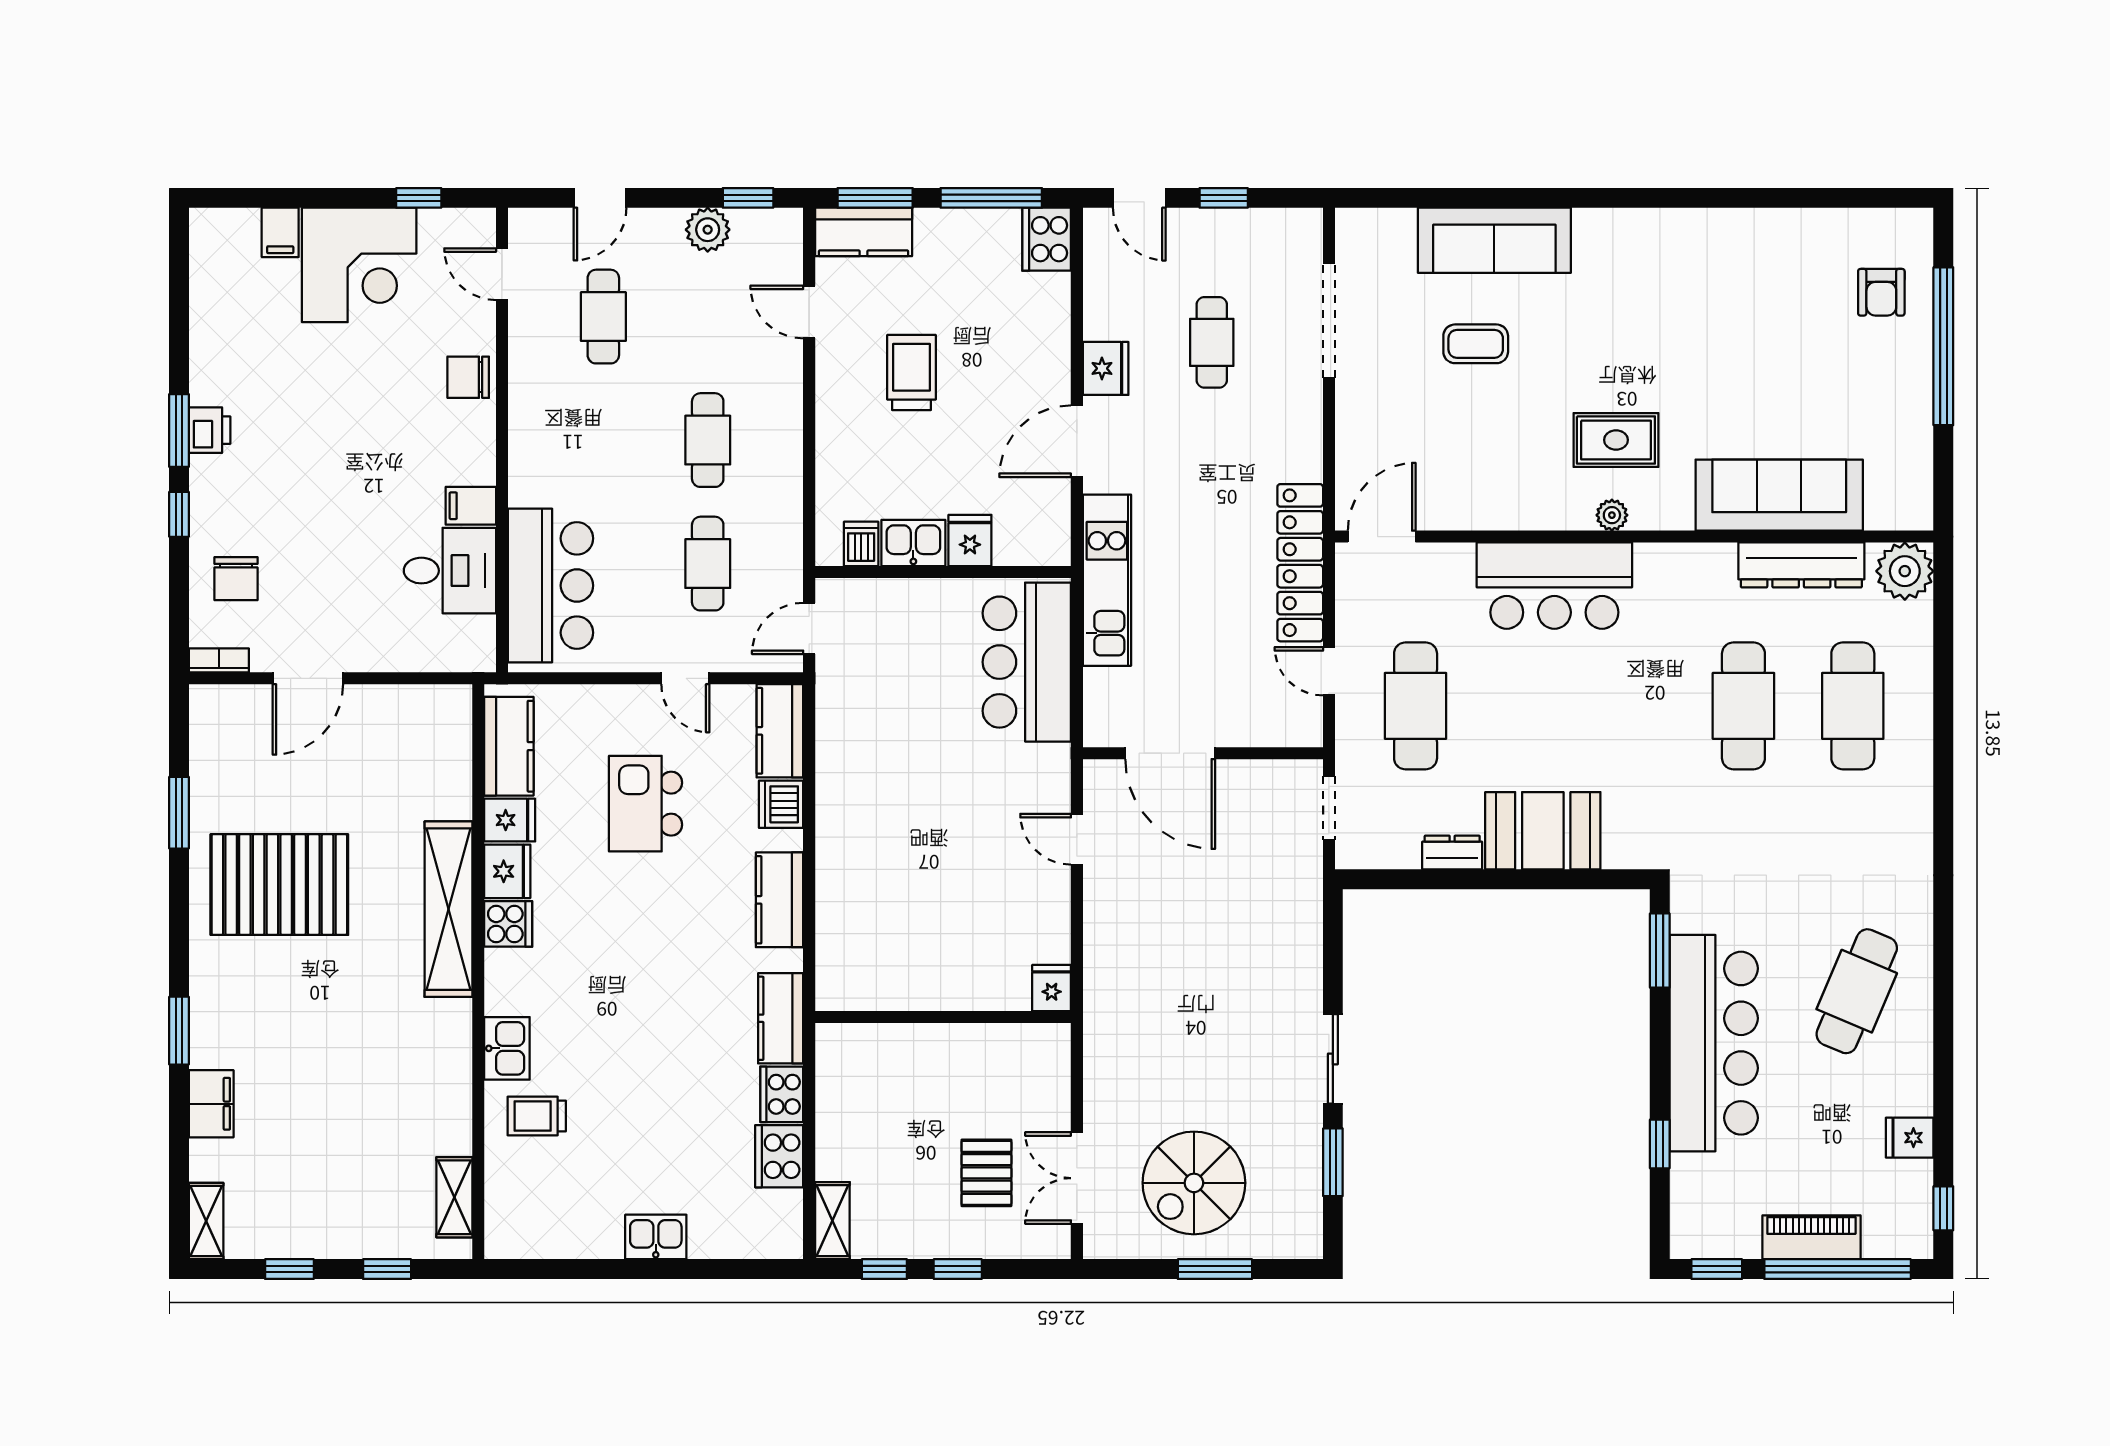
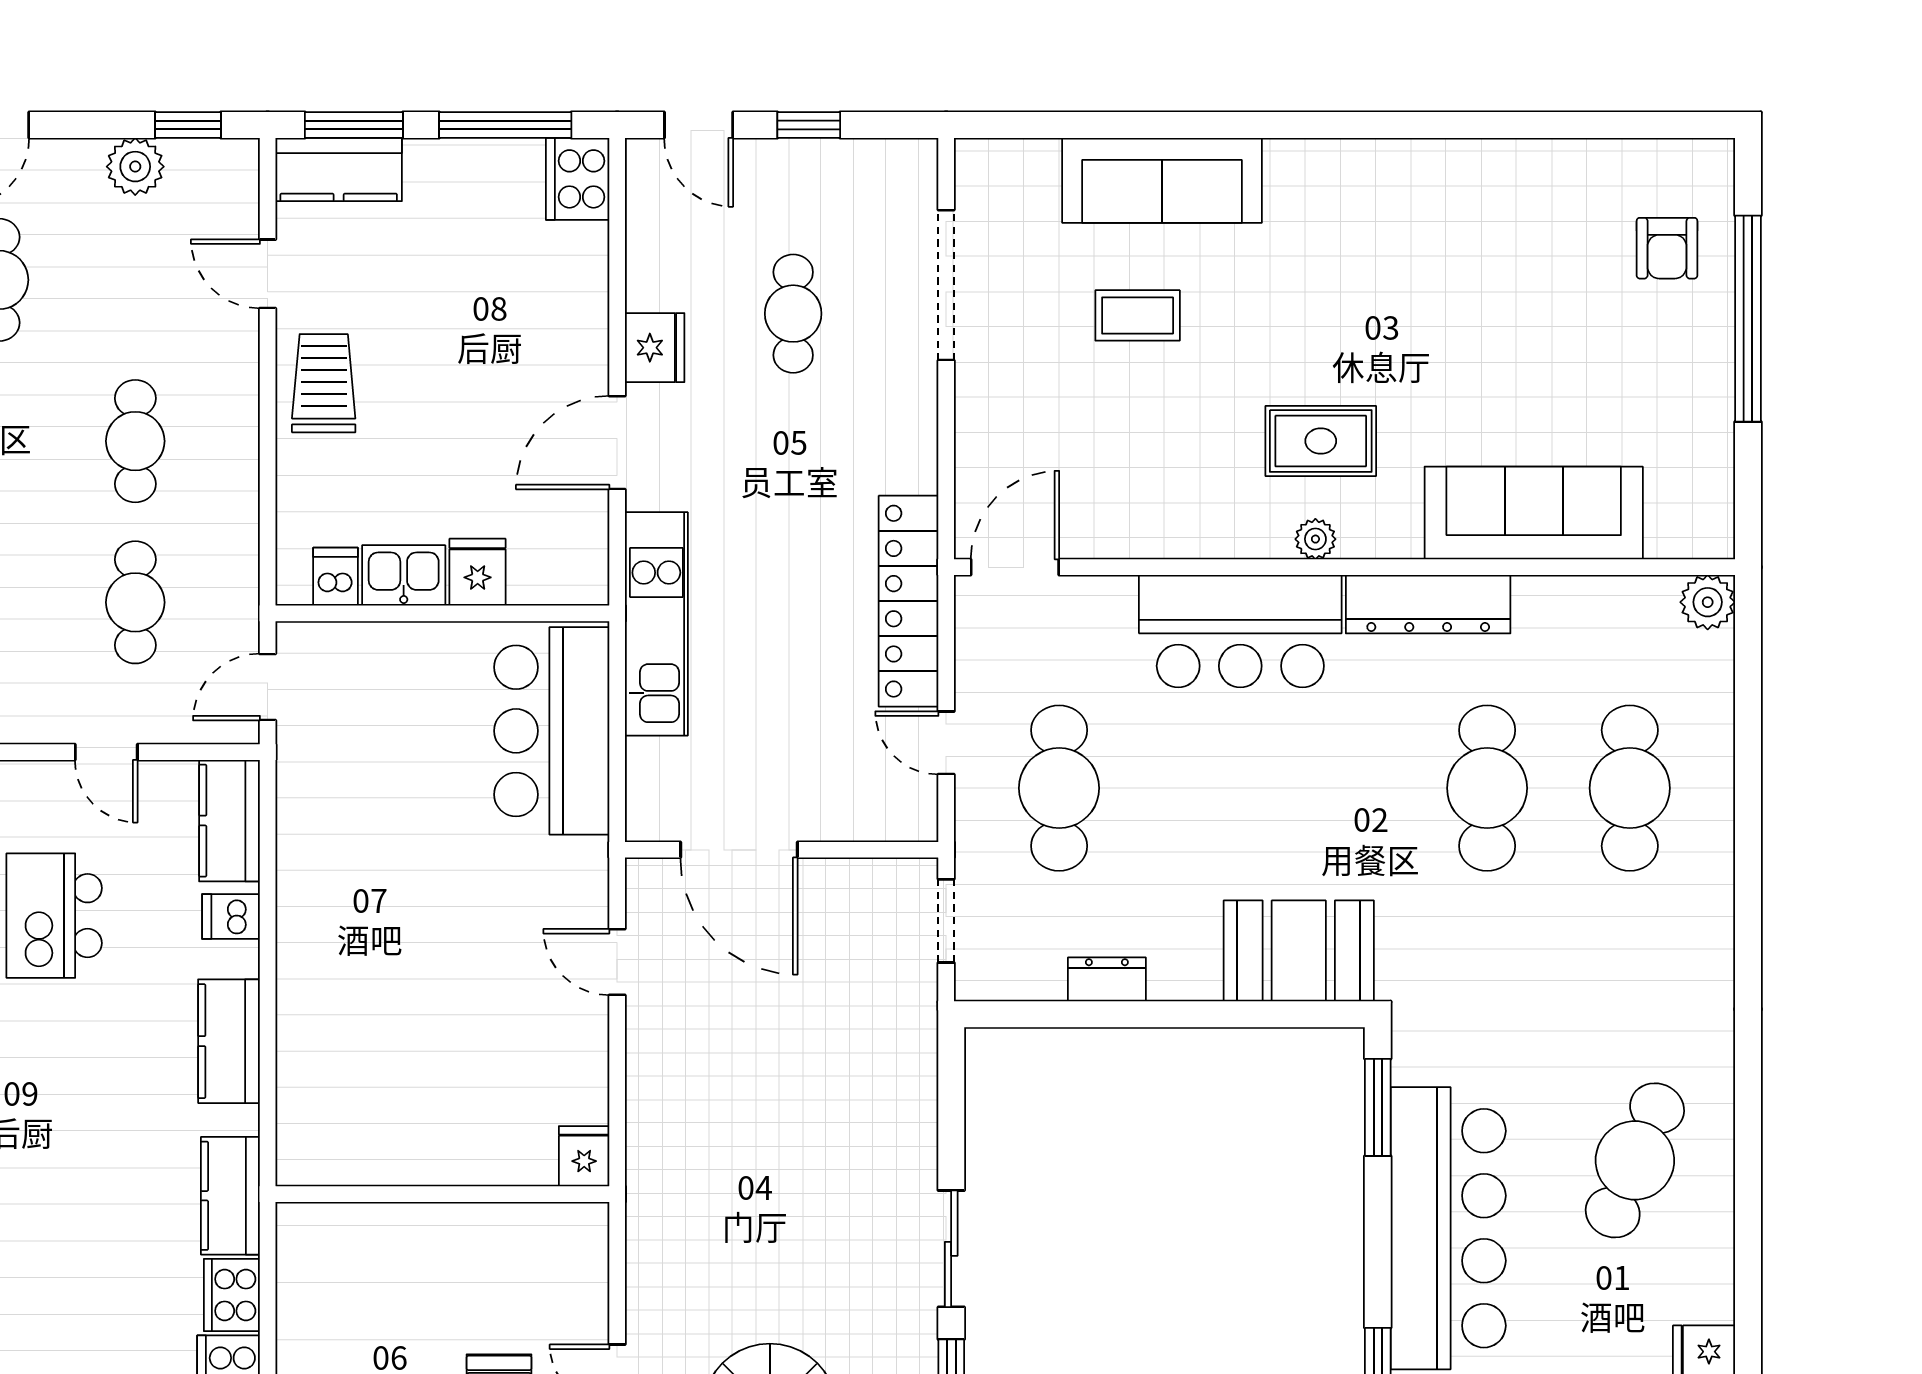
trolley: (911, 373) -> (324, 383), moved
dresser: (1801, 565) -> (1428, 604), moved
plant: (1905, 571) -> (1708, 602), width x0.73, depth x0.73
dishwasher: (781, 804) -> (231, 916), width x0.73
booth: (1543, 831) -> (1299, 951), moved

